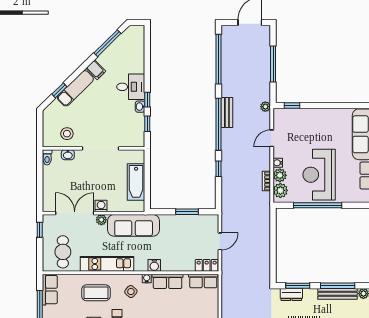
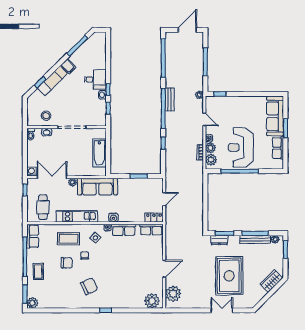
door: (272, 138) -> (204, 119), swing flipped
washing machine: (101, 206) -> (31, 172), moved

